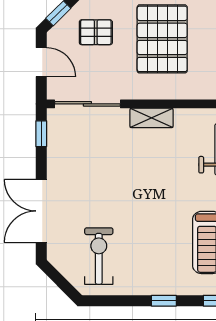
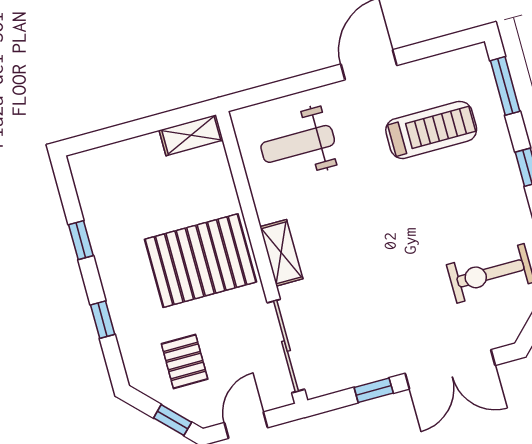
pallet: (162, 39) -> (200, 261), moved
window: (41, 134) -> (374, 390), moved

